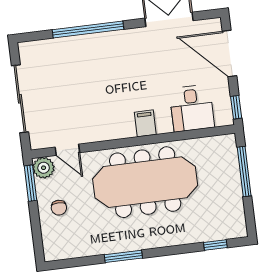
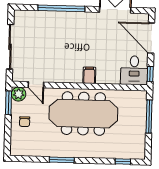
desk: (192, 108) -> (134, 70), moved

